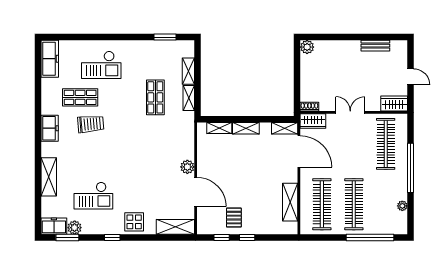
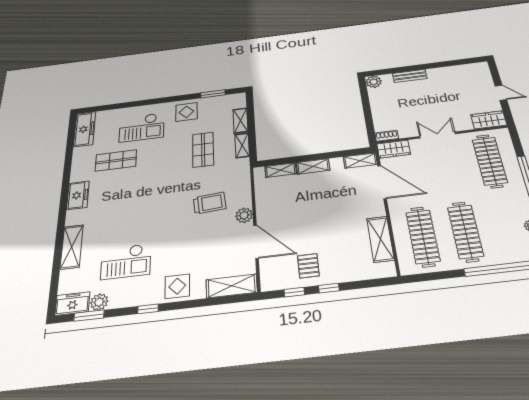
bench: (375, 46) -> (410, 76), moved
display table: (141, 54) -> (186, 112), added
trolley: (91, 124) -> (210, 203), moved

